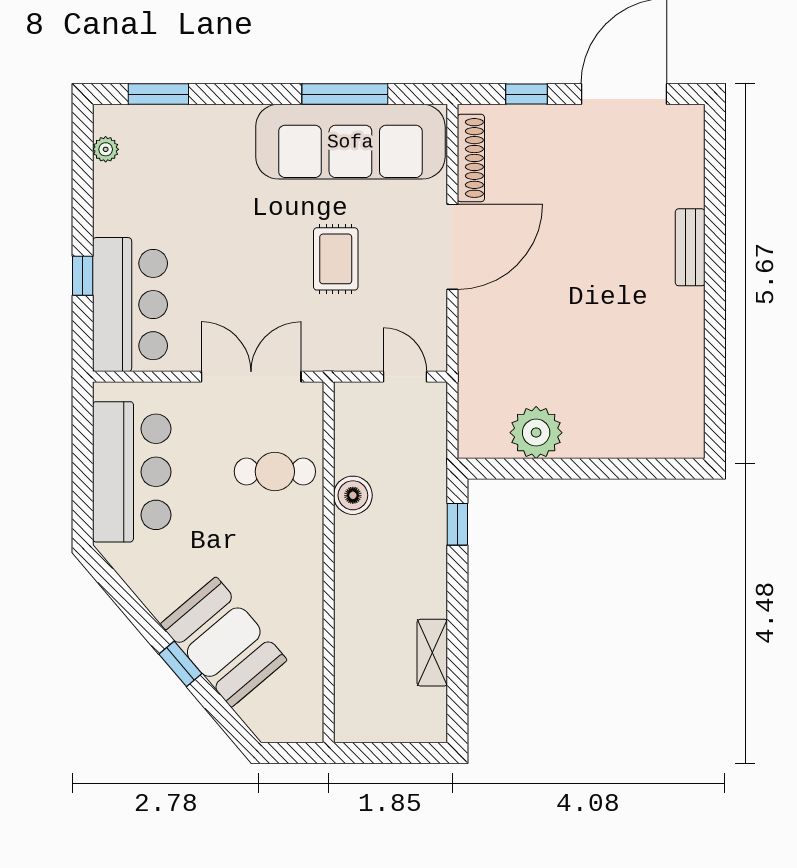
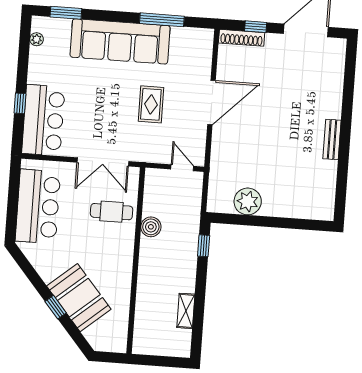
sofa: (350, 142) -> (120, 41), moved
shoe rack: (471, 158) -> (242, 38), moved, turned 90
bench: (690, 247) -> (332, 139), moved
double door: (251, 377) -> (103, 162), swing flipped

